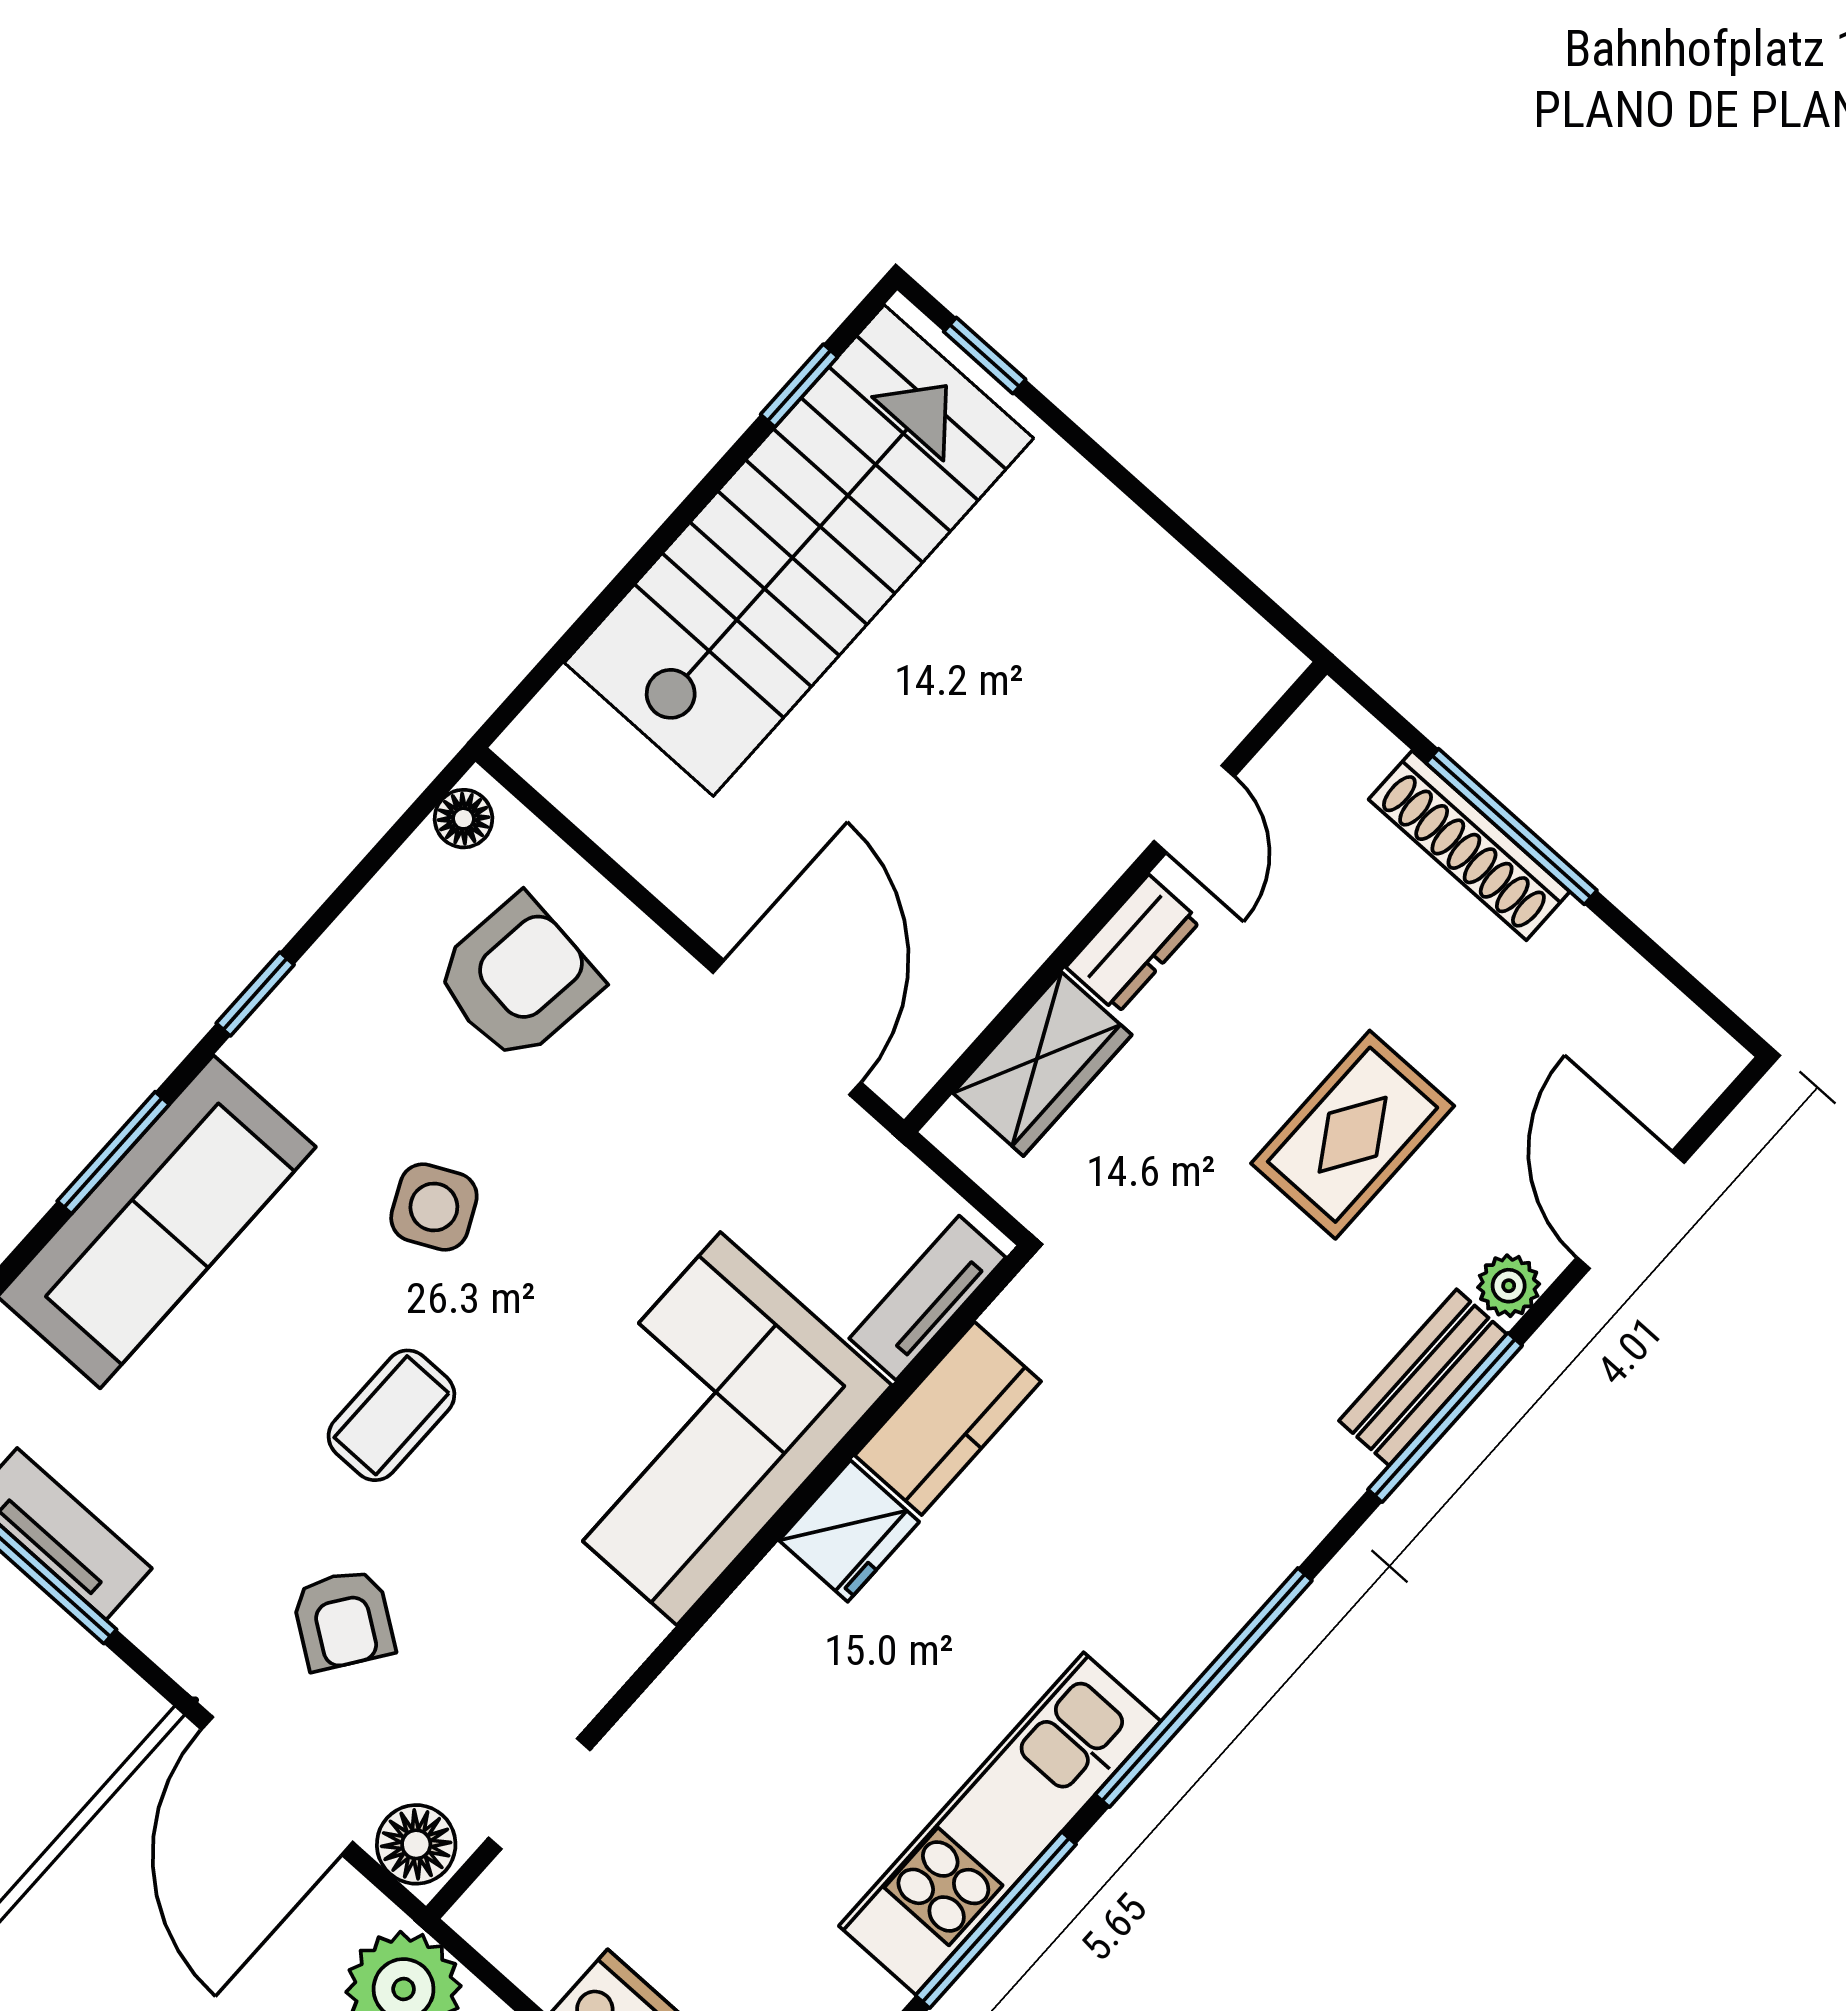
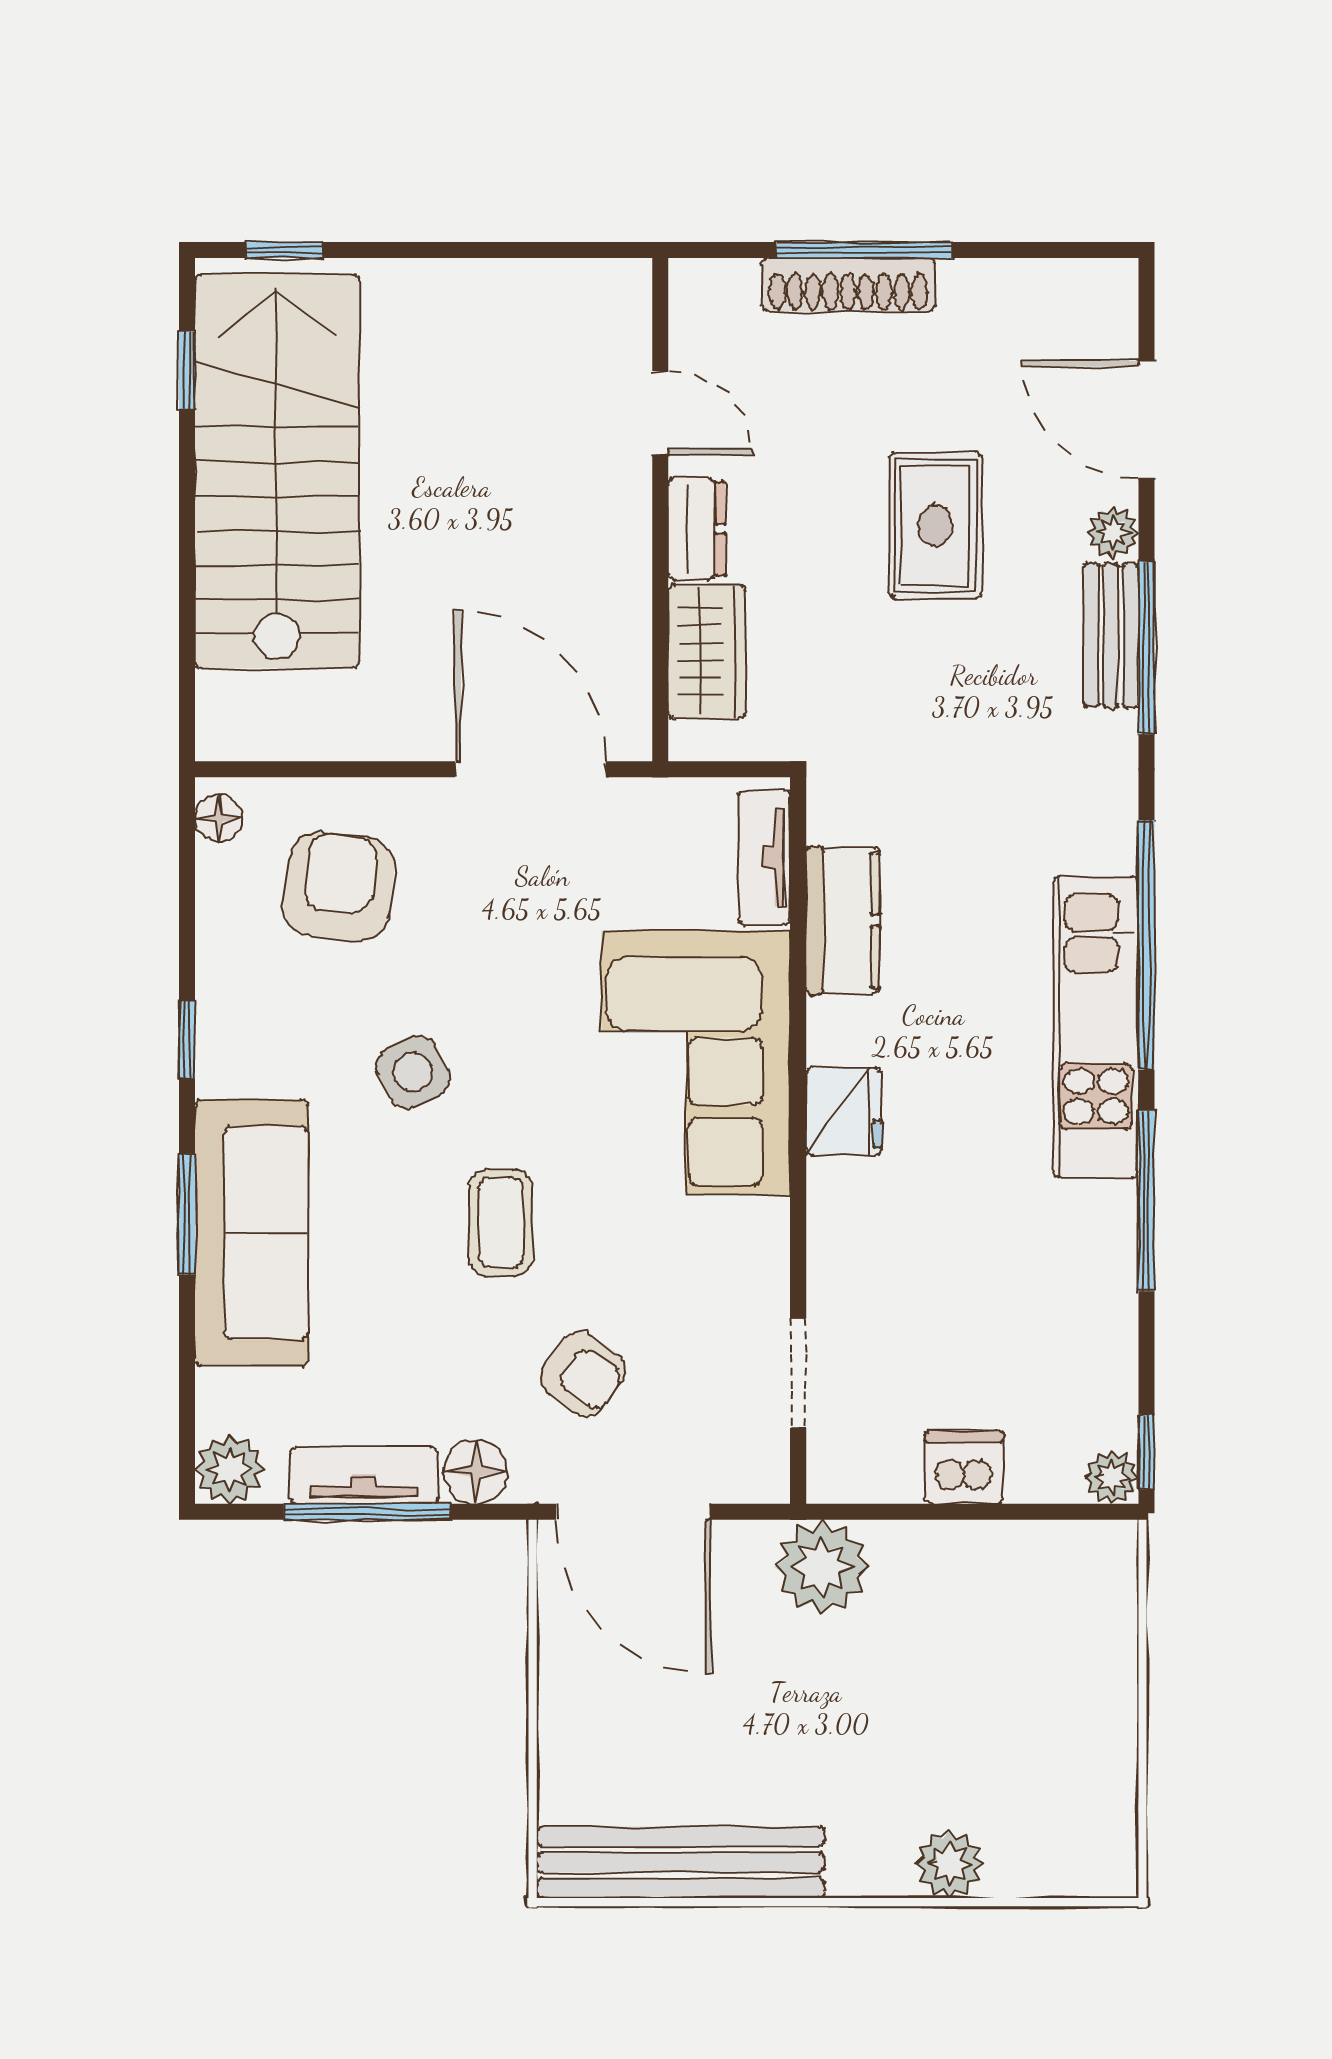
fridge: (849, 1531) -> (844, 1111), moved
kitchen unit: (1000, 1823) -> (1096, 1027), moved
floor lamp: (416, 1844) -> (476, 1472), moved

